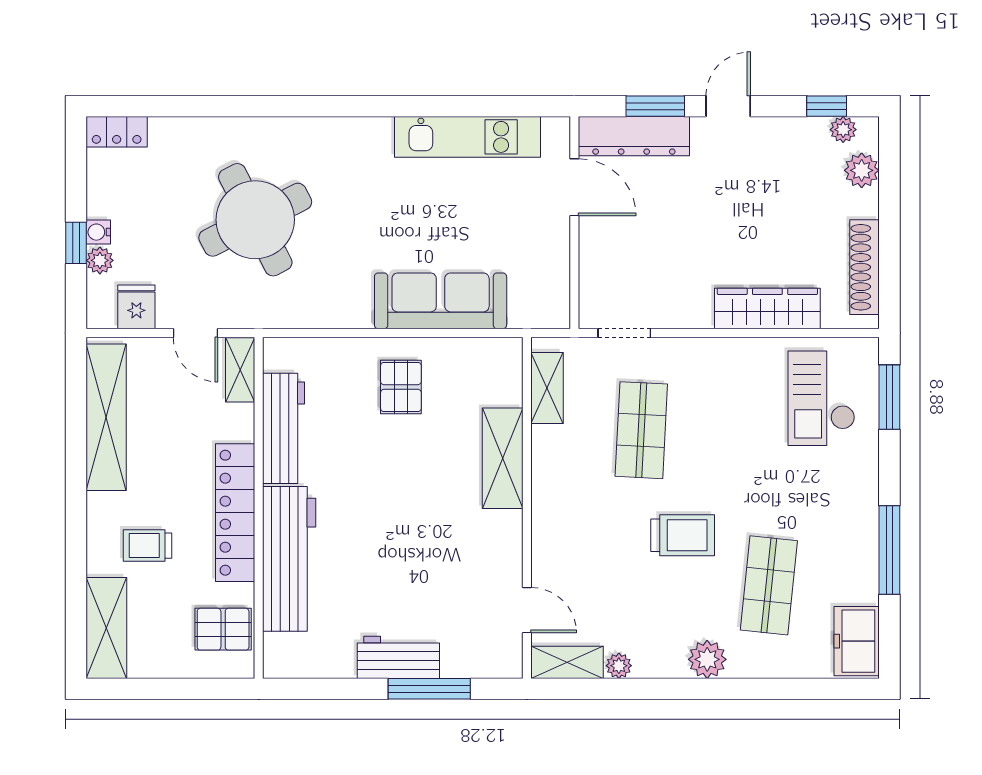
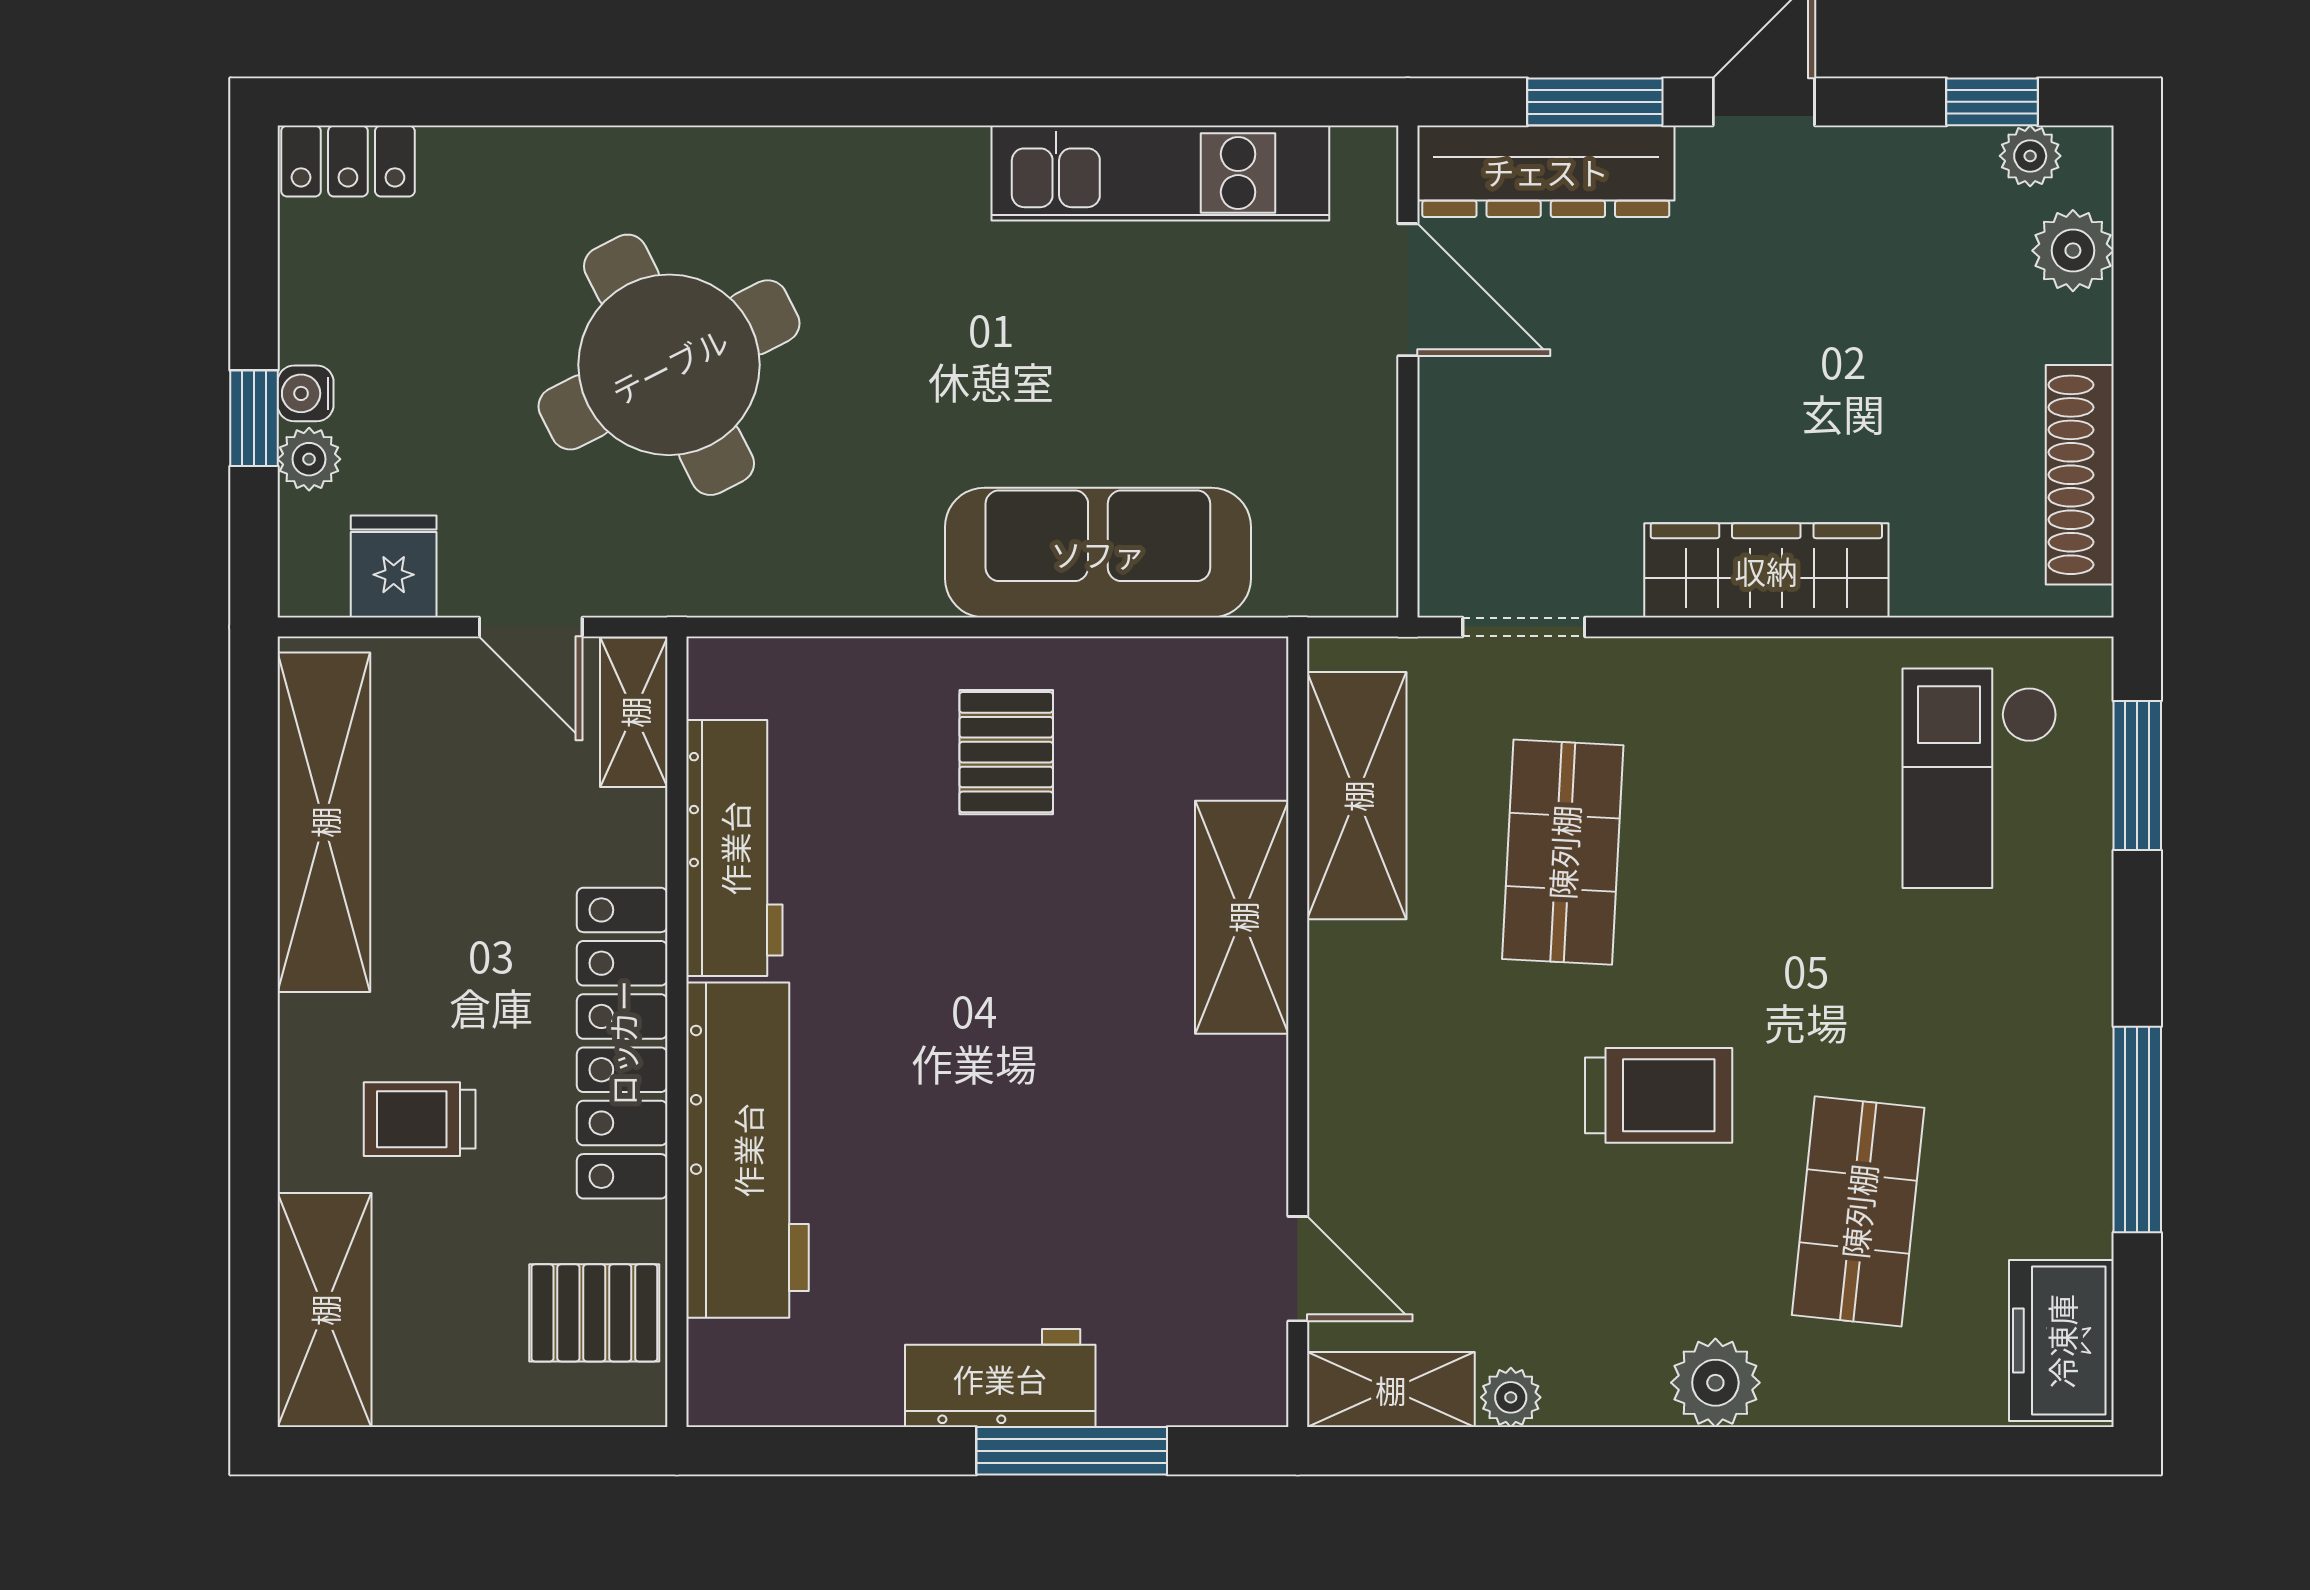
wardrobe: (767, 309) -> (1766, 570), moved
shelving: (547, 388) -> (1357, 796), width x1.50, depth x1.33

